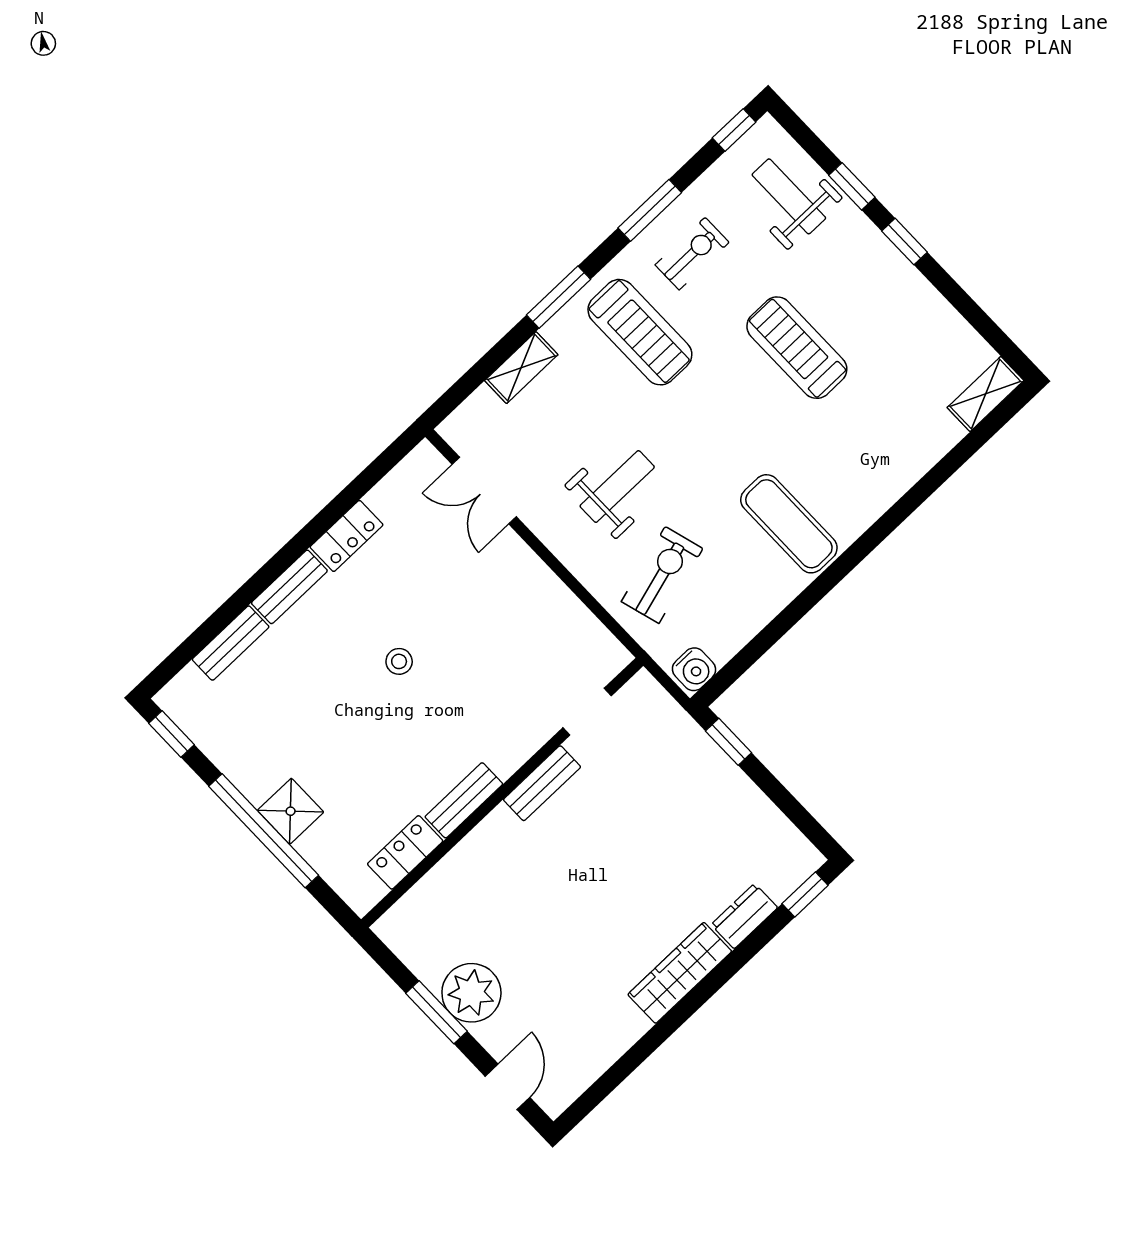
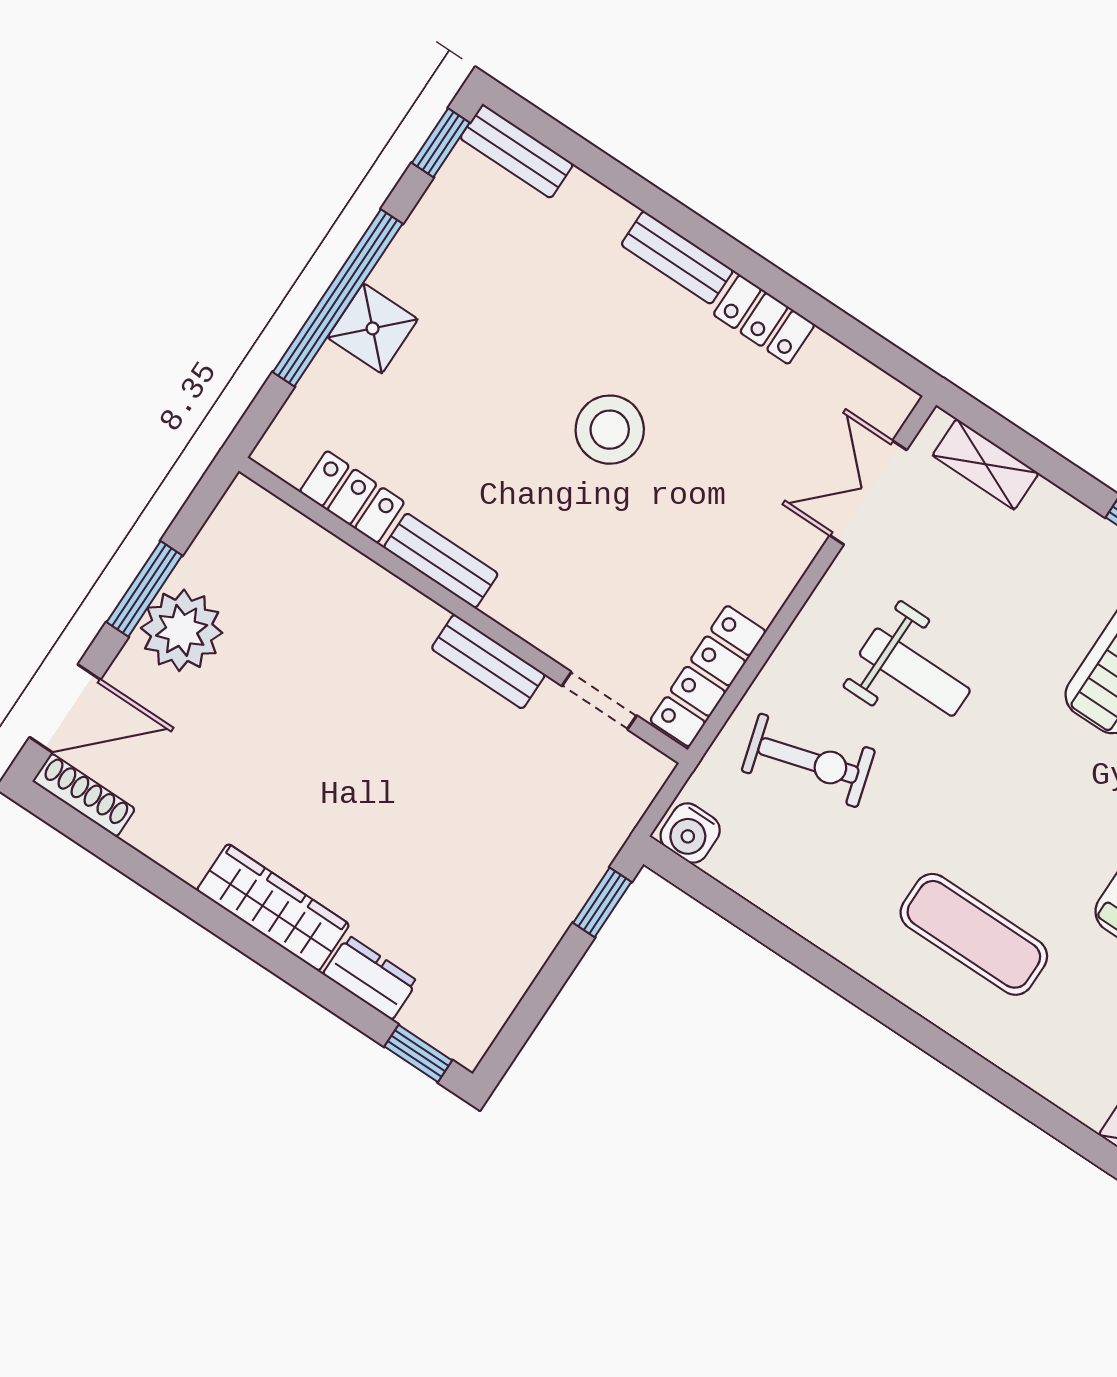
shelving: (521, 368) -> (986, 464), moved
exercise mat: (789, 524) -> (974, 934), moved, turned 90
locker: (587, 632) -> (708, 676), added
bench: (231, 643) -> (517, 151), moved
stool: (399, 661) -> (610, 430), width x1.89, depth x1.89
door: (507, 1087) -> (65, 708), width x1.38
shoe rack: (571, 1087) -> (84, 795), added

